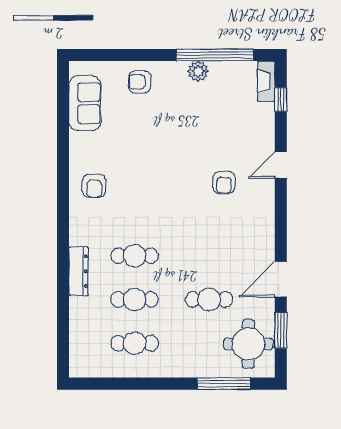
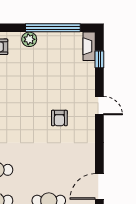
plant: (198, 71) -> (29, 39), moved
door: (281, 165) -> (99, 106), swing flipped

